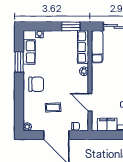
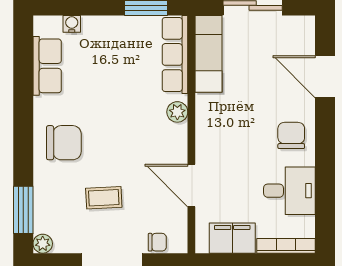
window: (19, 62) -> (23, 210), moved

